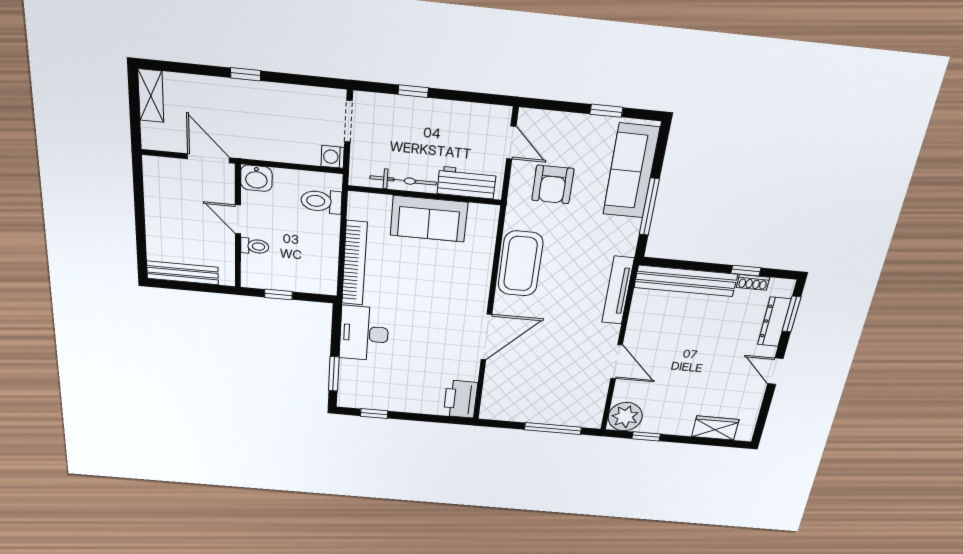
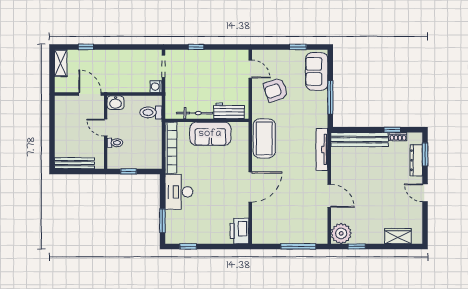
window: (246, 74) -> (86, 47), moved
sofa: (631, 171) -> (317, 71), width x0.73
bicycle: (403, 180) -> (195, 113), moved
workbench: (467, 183) -> (229, 111), moved
armchair: (553, 185) -> (276, 90), turned 72
wall: (425, 195) -> (207, 120), moved
sofa: (429, 219) -> (210, 134), moved

